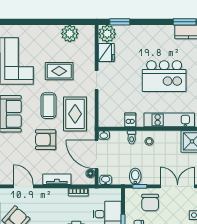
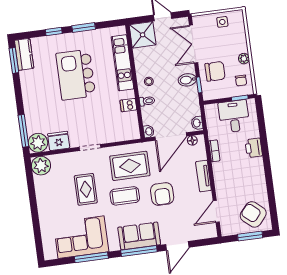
window: (120, 22) -> (23, 131), width x1.44
plant: (70, 34) -> (41, 166), moved
kitchen island: (164, 76) -> (76, 75), turned 180
bidet: (135, 176) -> (187, 80), moved

